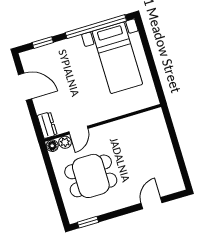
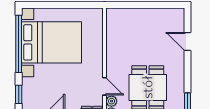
bed with nightstands: (117, 58) -> (51, 42), width x1.36

